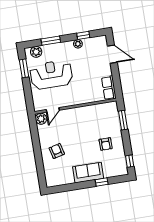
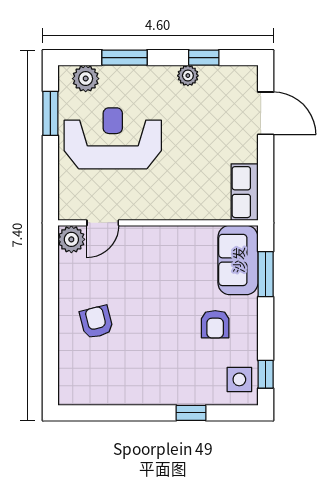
side table: (119, 165) -> (239, 379), added
sofa: (88, 173) -> (238, 260), moved, turned -90

